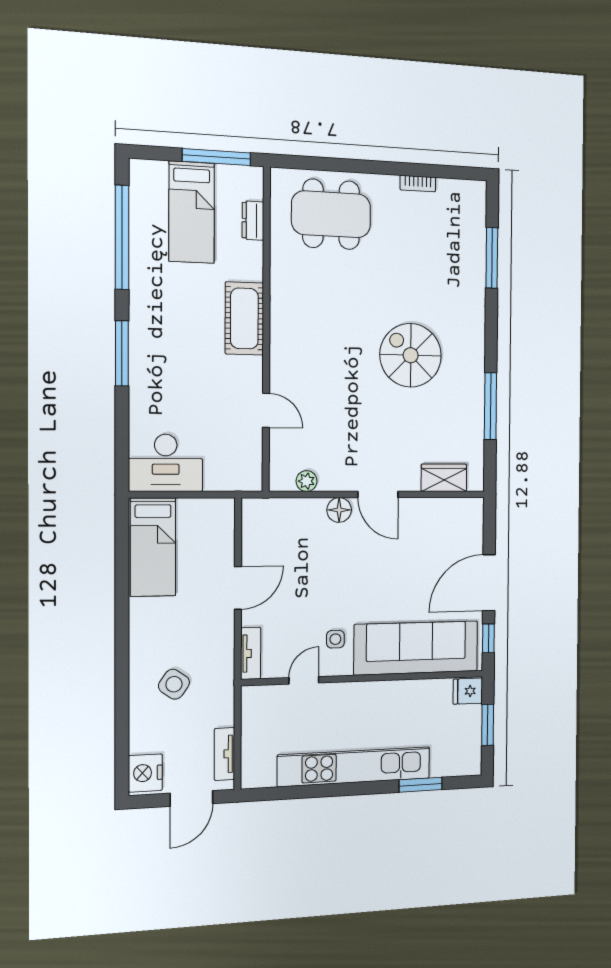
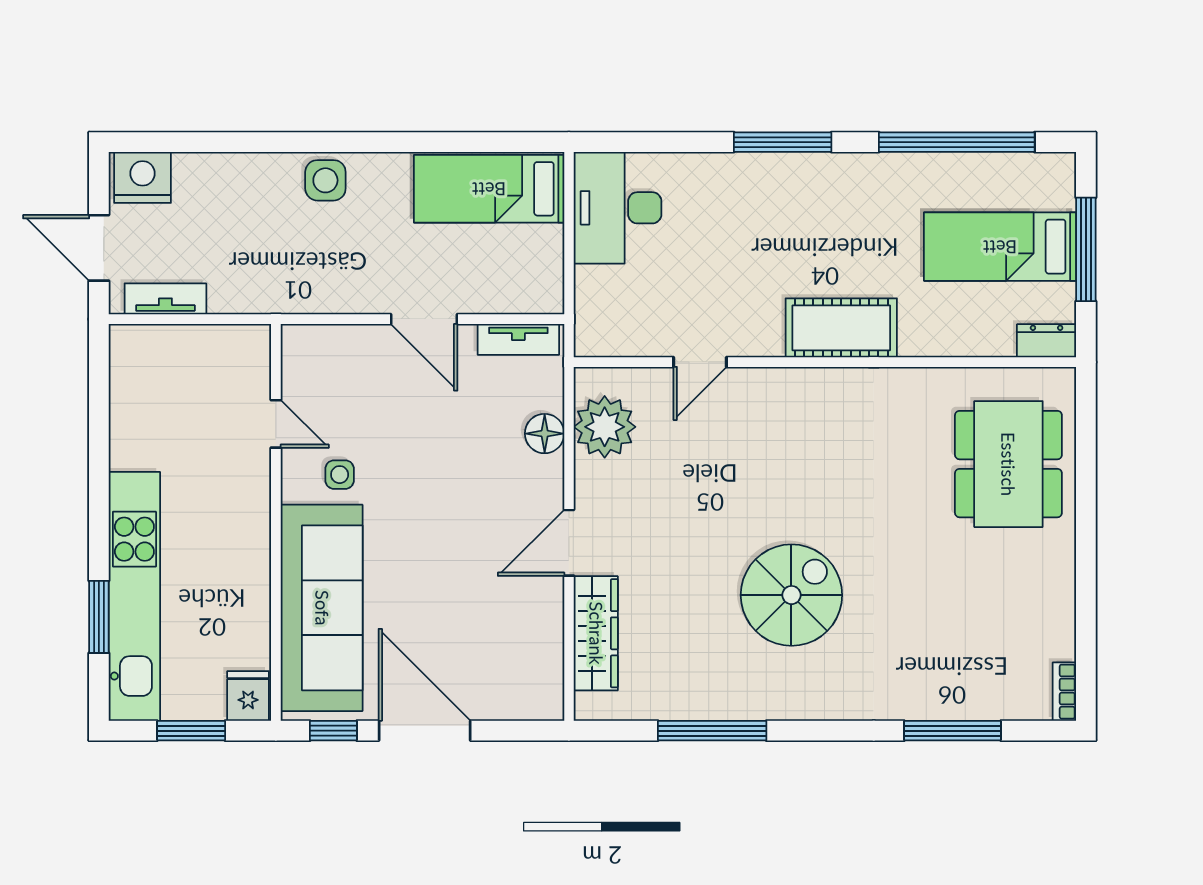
window: (217, 157) -> (1086, 249), moved
bookcase: (418, 184) -> (1064, 692), moved
dresser: (253, 221) -> (1047, 341), moved
wardrobe: (444, 478) -> (596, 633), width x1.50
plant: (307, 481) -> (605, 427), width x1.88, depth x1.88
floor lamp: (339, 510) -> (545, 434), moved
tv unit: (251, 653) -> (518, 339), moved
side table: (174, 684) -> (325, 180), moved, turned -35
kitchen unit: (354, 767) -> (134, 596), moved

